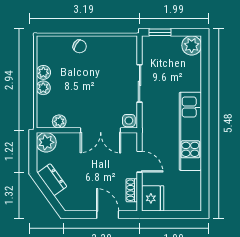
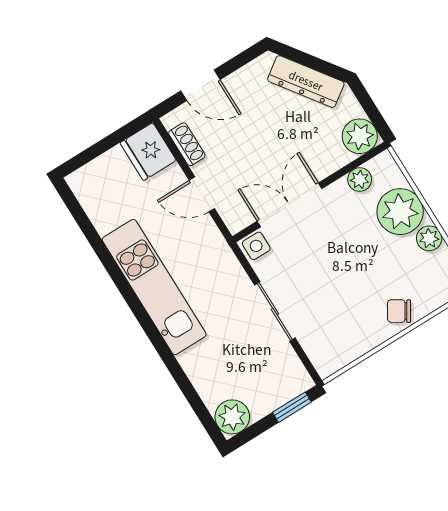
plant: (43, 88) -> (400, 212), width x1.87, depth x1.87
dresser: (52, 180) -> (306, 81), width x1.44

